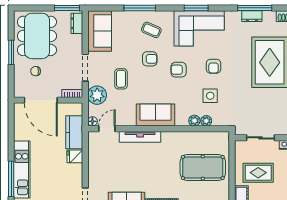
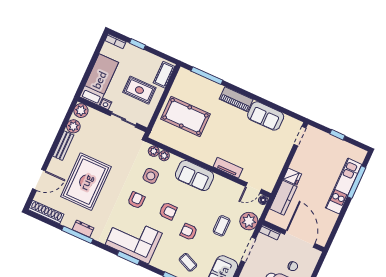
coffee table: (151, 30) -> (188, 262), moved
sofa: (156, 115) -> (194, 176), moved
plant: (194, 121) -> (154, 151), moved
tv unit: (140, 137) -> (228, 168), width x0.71

